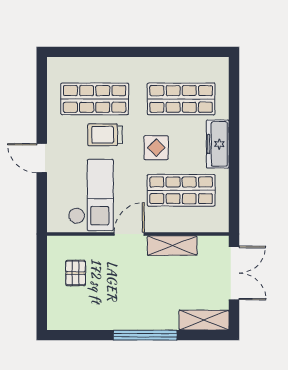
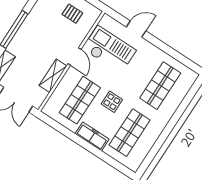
trolley: (105, 135) -> (137, 79), removed
door: (42, 158) -> (136, 29), moved
checkout: (91, 195) -> (109, 50), turned 180

